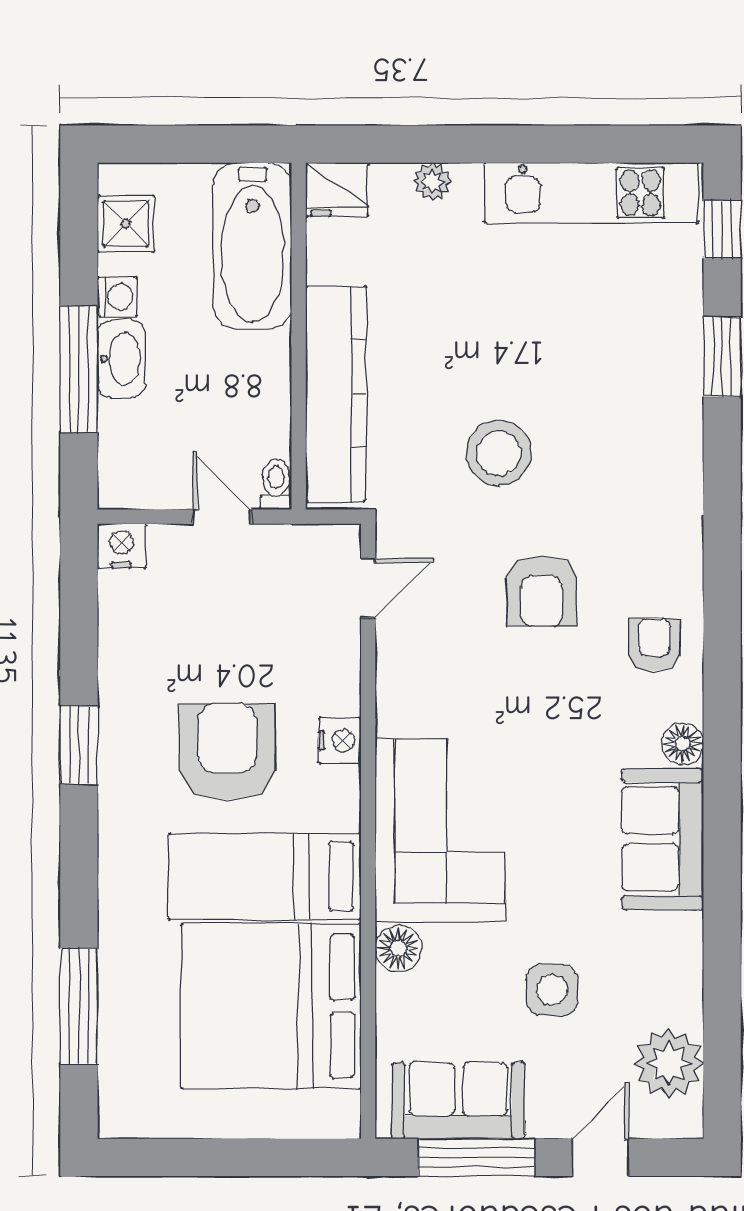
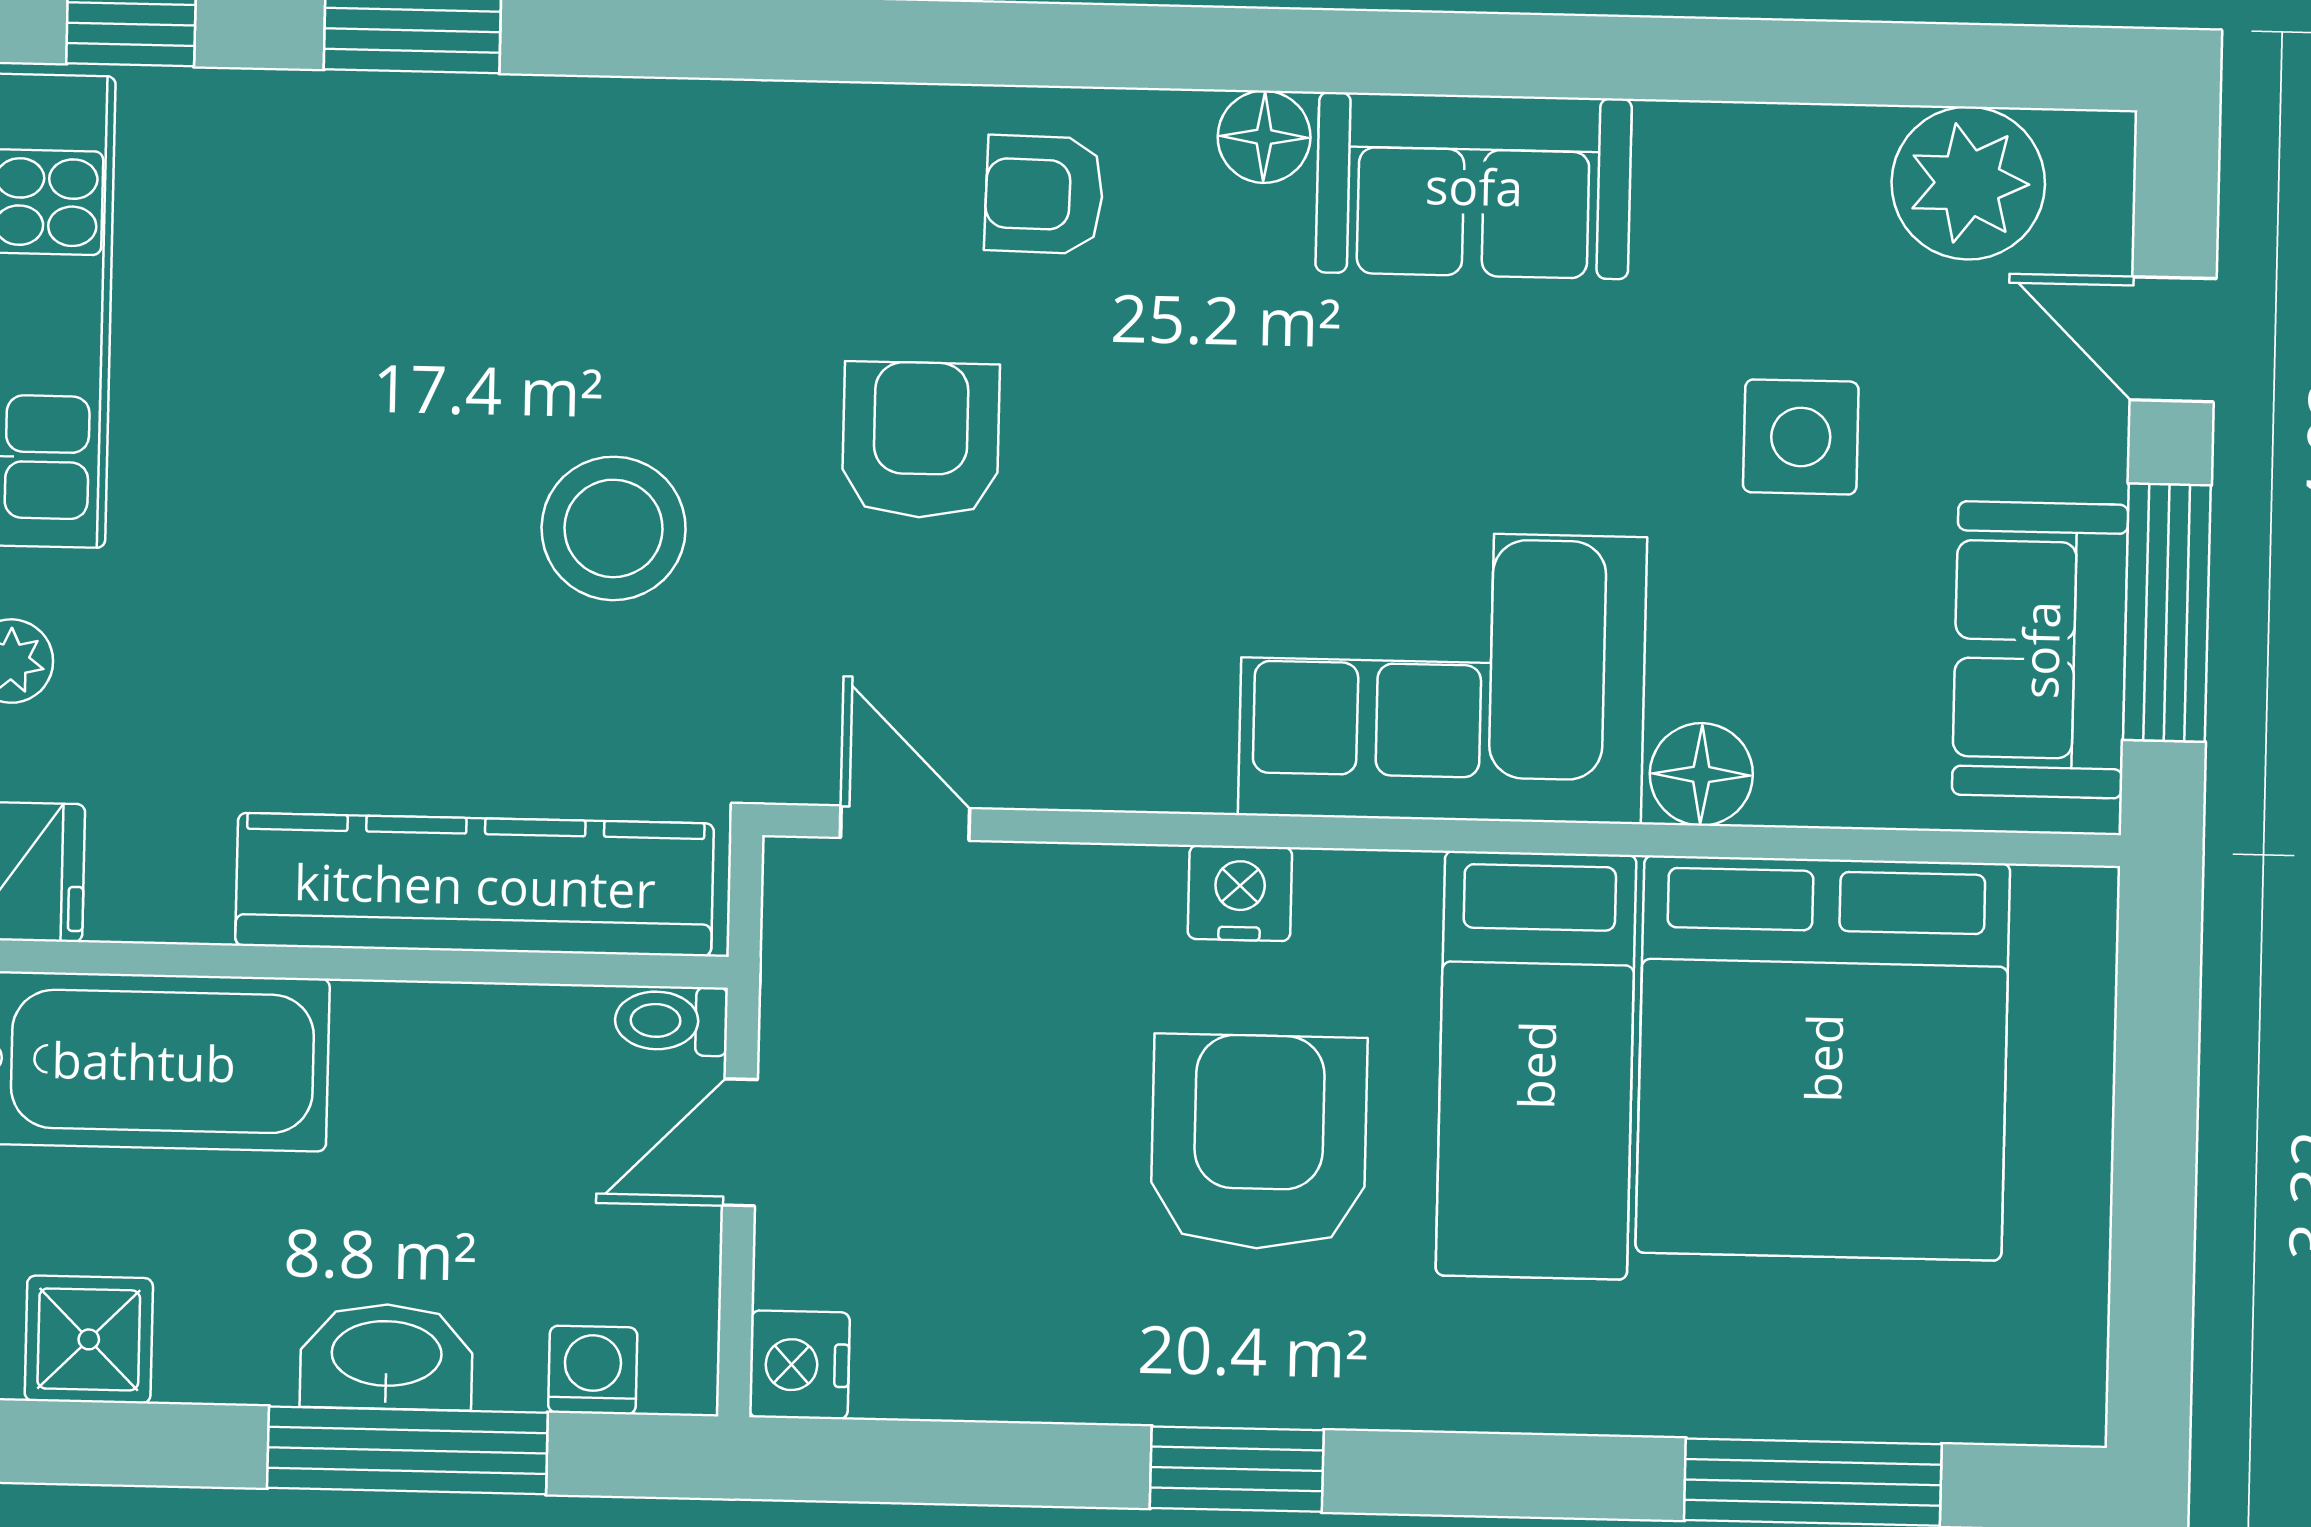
washing machine: (117, 296) -> (593, 1370), moved
armchair: (542, 591) -> (921, 440), turned -90
armchair: (227, 752) -> (1259, 1142), turned 90

